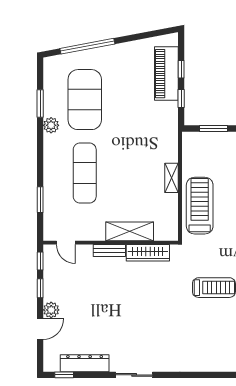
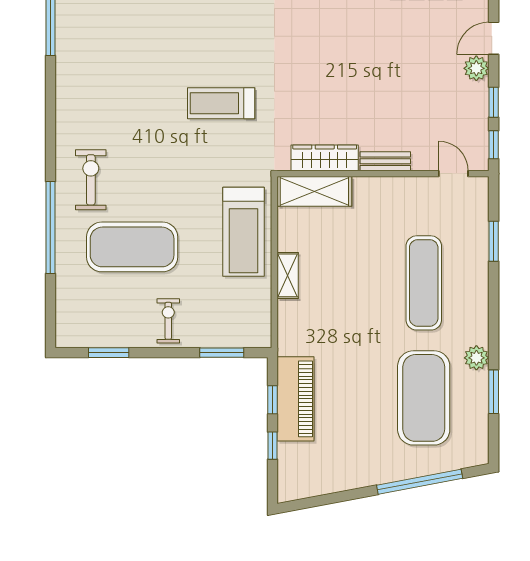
piano: (166, 74) -> (296, 399), moved
shelving: (130, 231) -> (314, 191), moved

